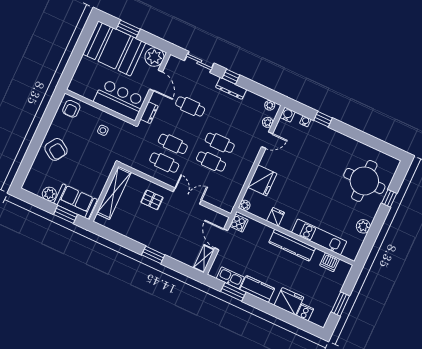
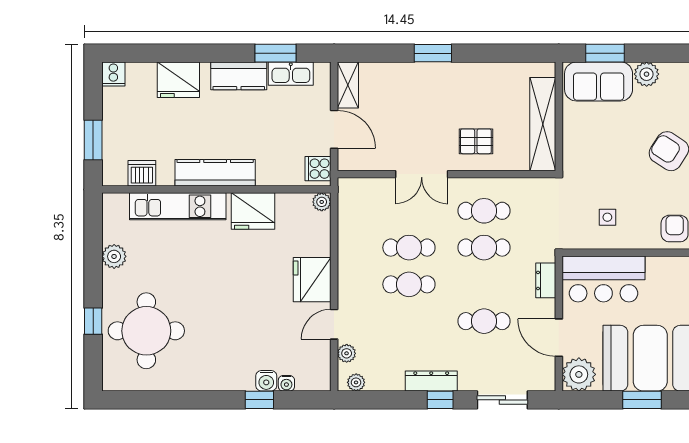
water cooler: (287, 115) -> (266, 381), moved
fridge: (262, 180) -> (312, 280), moved
fridge: (276, 217) -> (253, 211), width x1.88, depth x1.34
window: (340, 304) -> (93, 140), moved
cooker: (305, 312) -> (113, 74), moved

